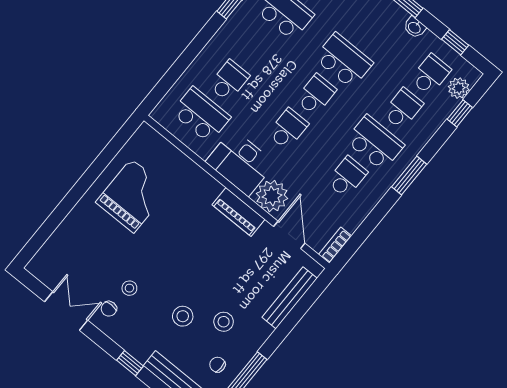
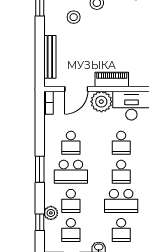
school desk: (372, 26) -> (121, 230), added
plant: (459, 88) -> (51, 213), moved
door: (289, 235) -> (76, 89), hinge flipped

